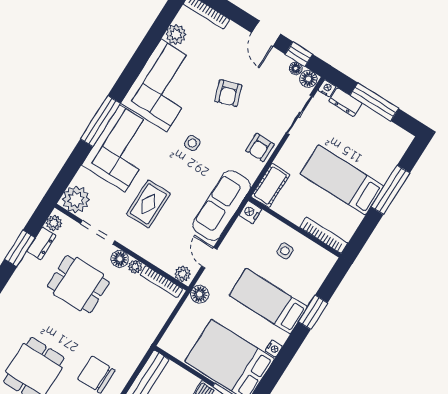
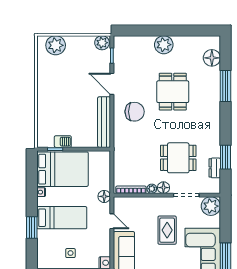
plant: (54, 223) -> (215, 184), removed
plant: (183, 274) -> (122, 202), removed

